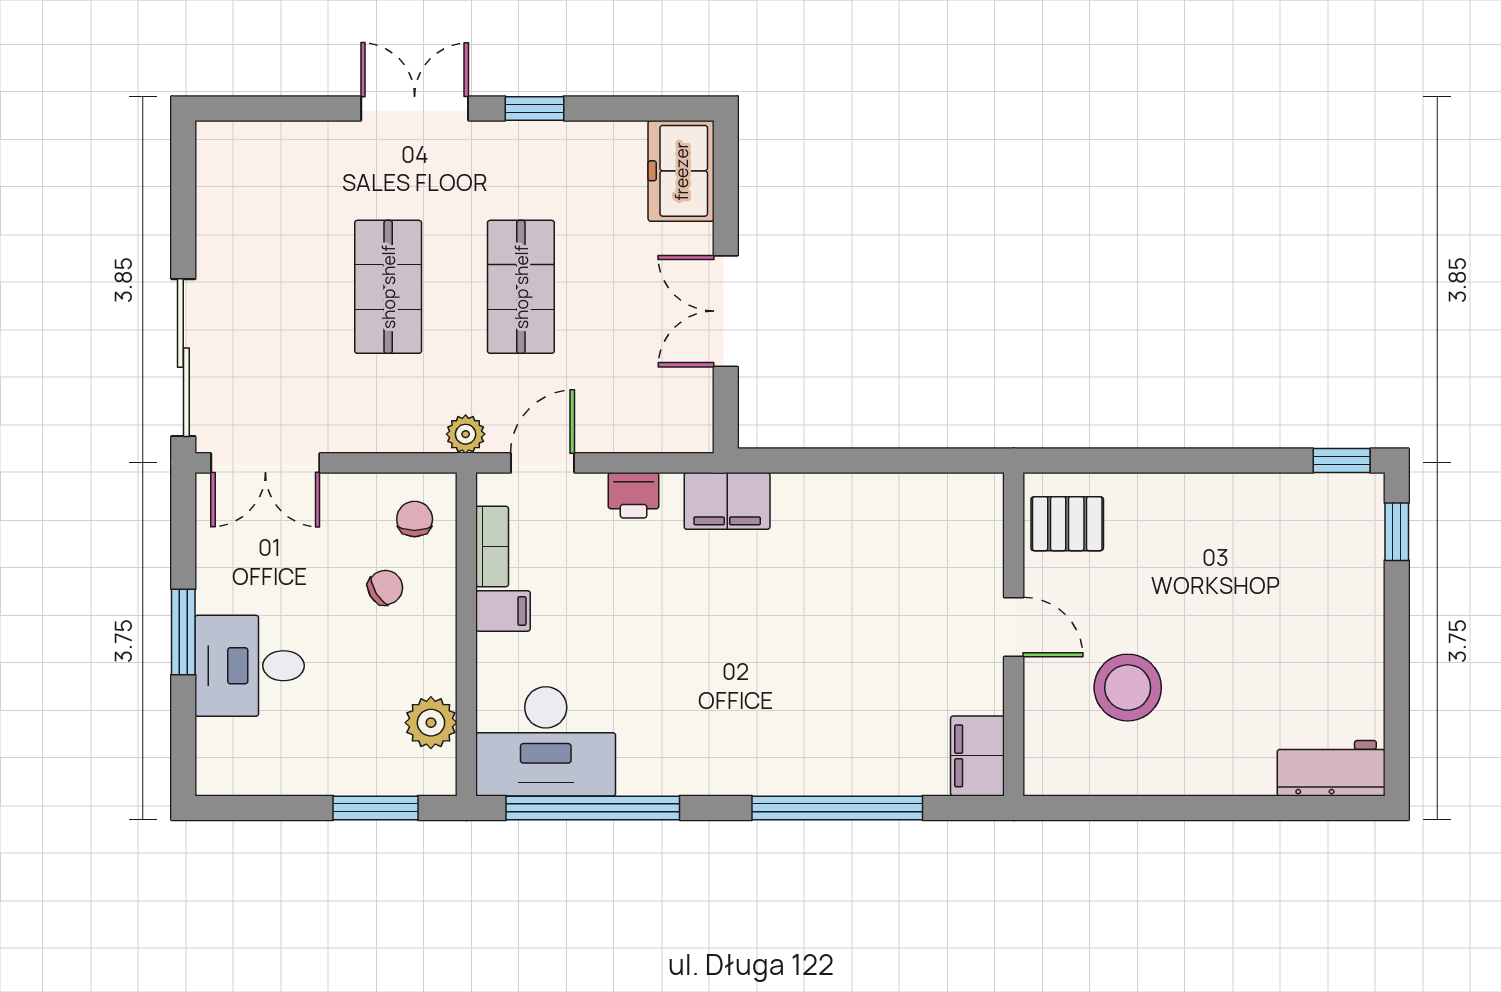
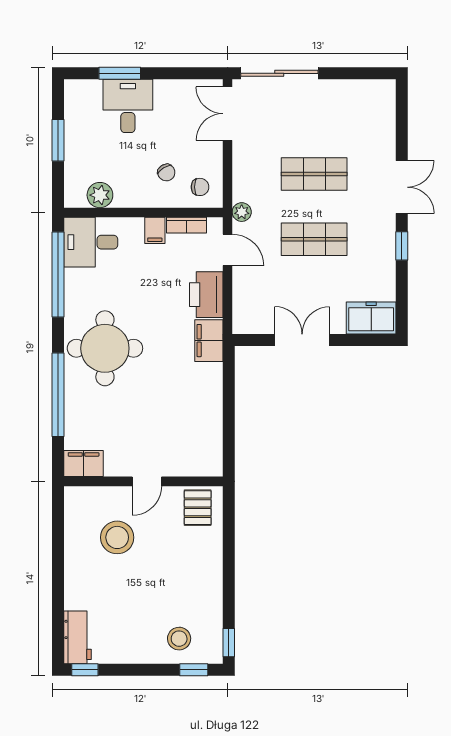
printer: (634, 495) -> (206, 295), width x1.87, depth x1.48
stool: (1333, 562) -> (179, 639), added
window: (183, 632) -> (120, 73), moved
round table: (743, 712) -> (105, 348), added
desk: (546, 741) -> (91, 242), width x0.73
window: (1397, 753) -> (85, 670), added
window: (376, 808) -> (58, 140), moved

